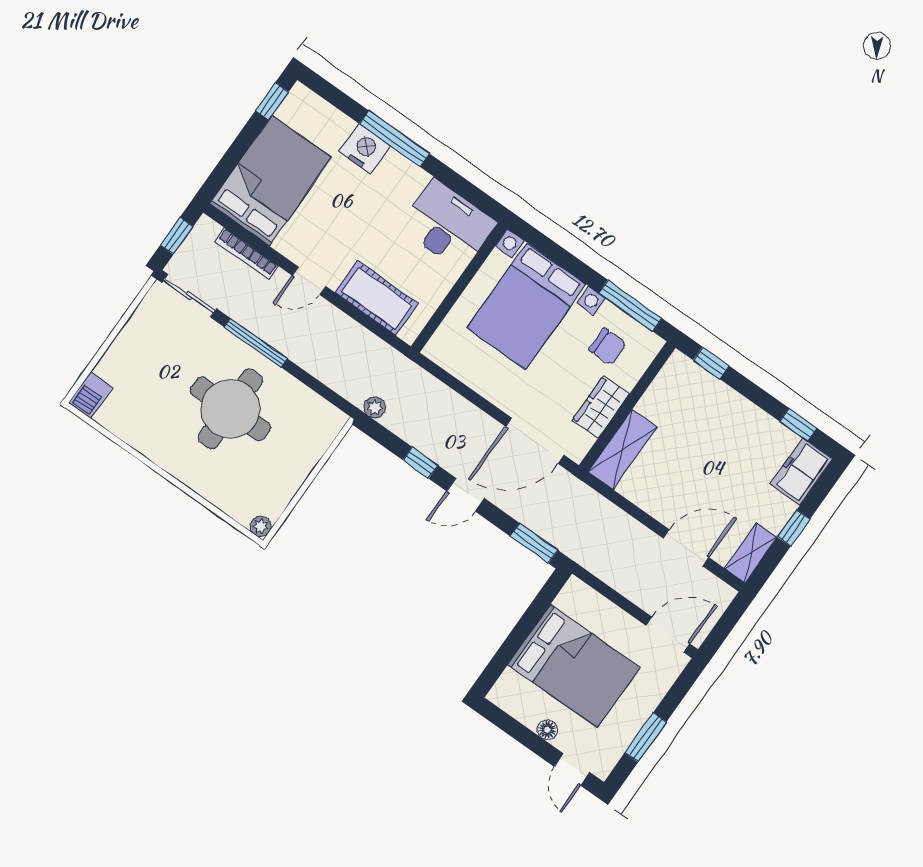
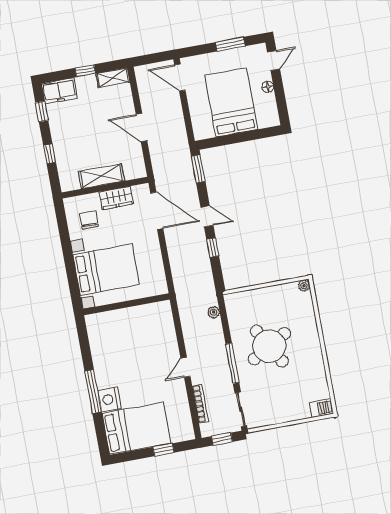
window: (272, 101) -> (163, 450), moved
bed: (270, 181) -> (136, 428), moved, turned 180
desk: (448, 225) -> (106, 334), removed
door: (309, 281) -> (185, 367), swing flipped
cot: (377, 298) -> (164, 333), removed
window: (630, 306) -> (63, 228), removed
window: (711, 363) -> (50, 154), moved
plant: (375, 407) -> (214, 312), moved
round table: (230, 409) -> (269, 346), turned -30
shelving: (622, 449) -> (101, 176), moved
door: (686, 548) -> (141, 127), moved

